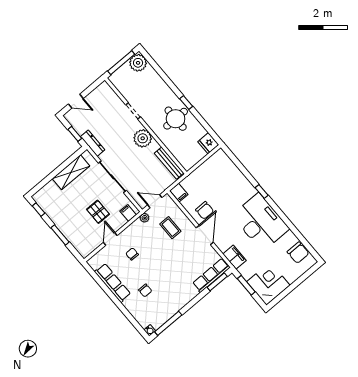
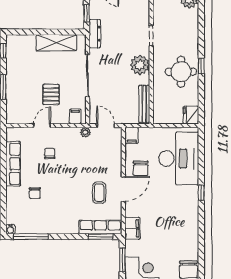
desk: (261, 222) -> (179, 159), moved
coffee table: (170, 228) -> (99, 193), moved

